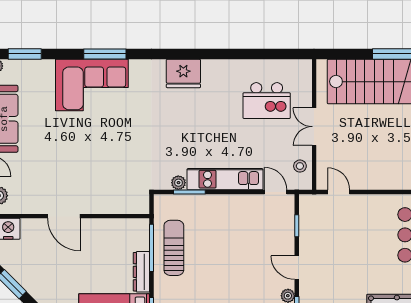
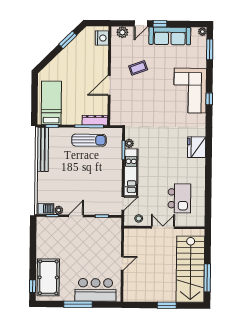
window: (105, 54) -> (209, 99), width x0.46
kitchen island: (267, 101) -> (179, 198), turned 180
coffee table: (56, 170) -> (138, 68), added
door: (339, 192) -> (122, 263), moved
door: (64, 216) -> (109, 85), moved
dresser: (141, 272) -> (95, 120), moved

